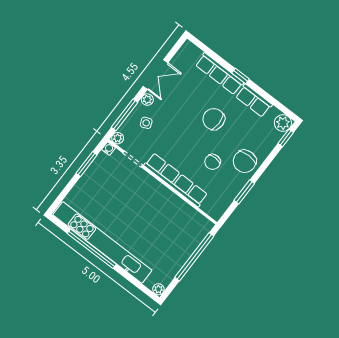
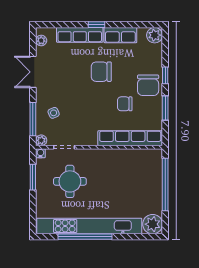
double door: (156, 75) -> (33, 72), swing flipped
plant: (147, 100) -> (41, 40), moved
window: (286, 138) -> (165, 75), moved
chair: (213, 162) -> (125, 104), turned 90
row of seats: (176, 180) -> (130, 138), moved
round table: (115, 192) -> (70, 181), added
plant: (158, 289) -> (153, 224), width x1.88, depth x1.88

